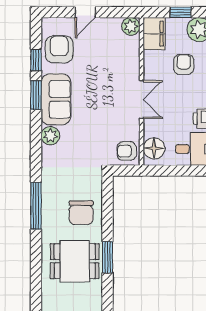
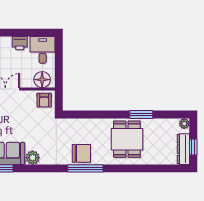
chair: (81, 213) -> (81, 153), moved
window: (107, 257) -> (141, 115), moved

